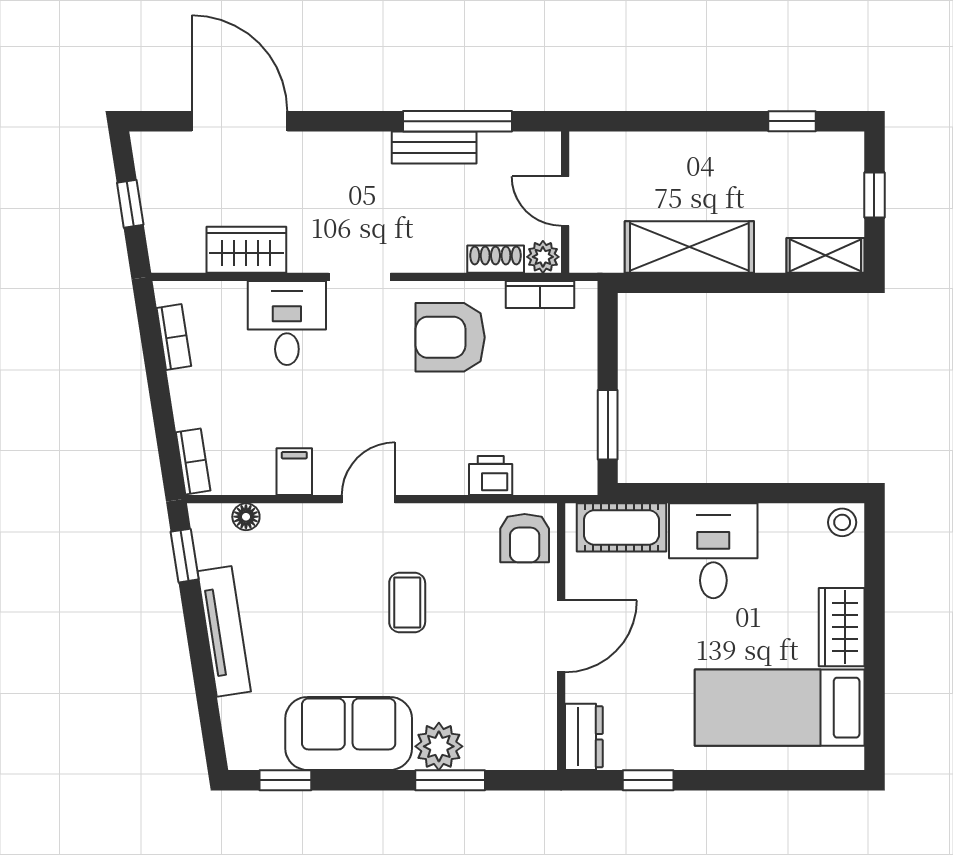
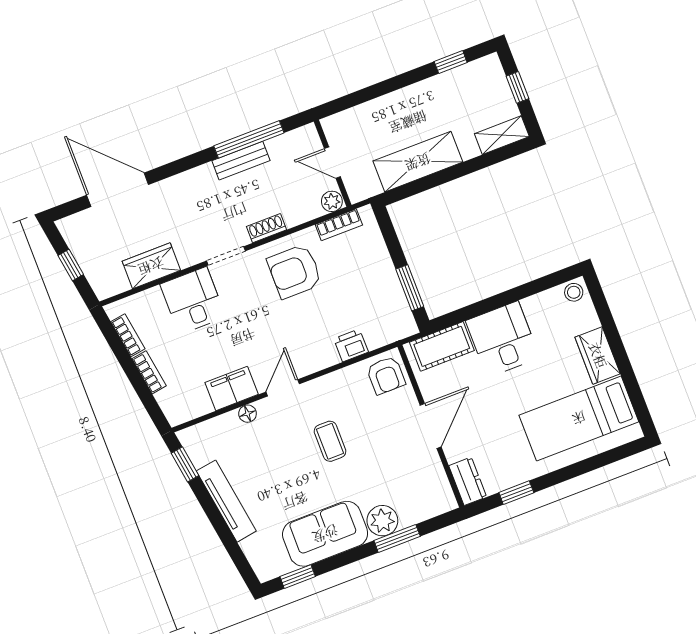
shoe rack: (496, 259) -> (266, 228), moved
bookcase: (193, 461) -> (149, 372), moved
filing cabinet: (294, 472) -> (232, 388), width x2.00
floor lamp: (246, 517) -> (248, 414), moved

